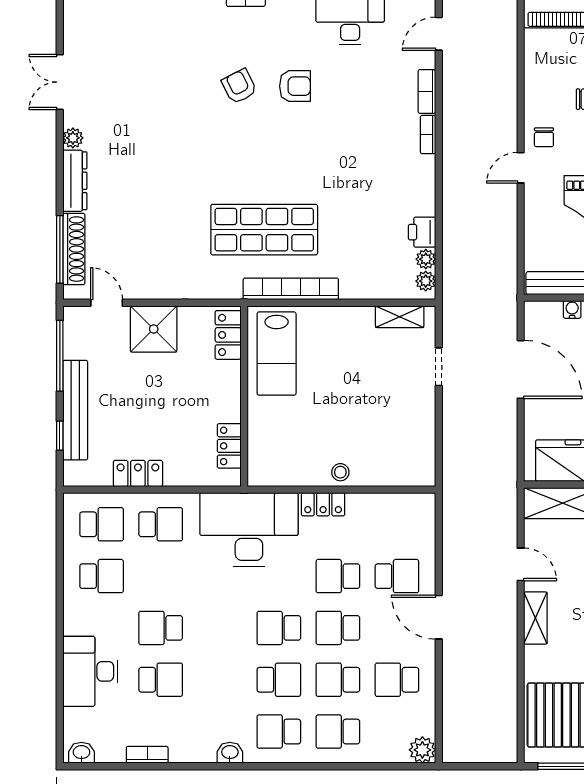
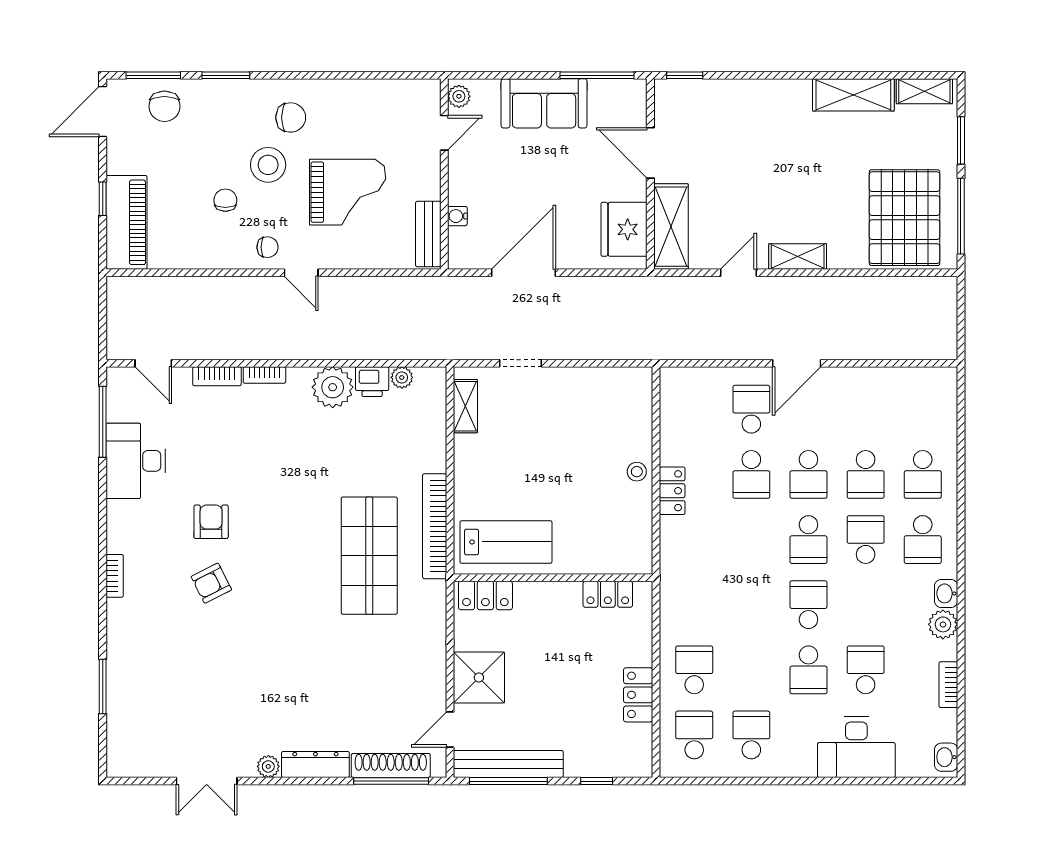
plant: (426, 281) -> (333, 387), moved, width x1.88, depth x1.88
bench: (75, 410) -> (508, 764), moved
desk: (249, 530) -> (700, 572), removed
school desk: (397, 680) -> (808, 605), moved, turned 180
plant: (422, 750) -> (943, 624), moved

